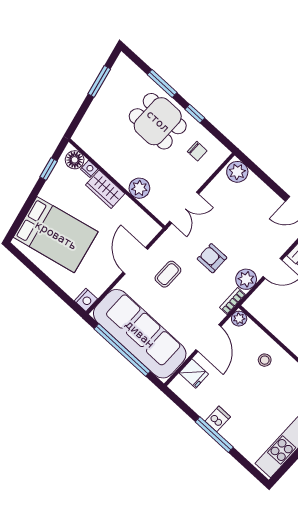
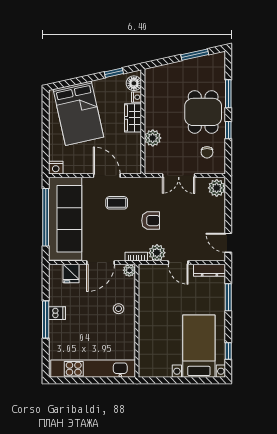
double door: (184, 208) -> (179, 176), moved
armchair: (212, 258) -> (151, 221), turned 90
door: (135, 261) -> (107, 176), hinge flipped

